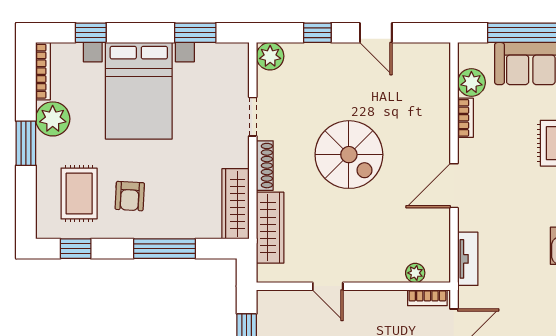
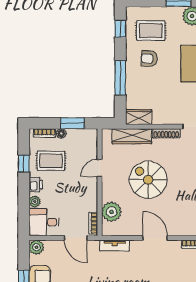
spiral stairs: (349, 155) -> (148, 180), moved, turned 90
wardrobe: (235, 204) -> (139, 117), width x0.67
plant: (415, 273) -> (112, 212), width x1.88, depth x1.88

